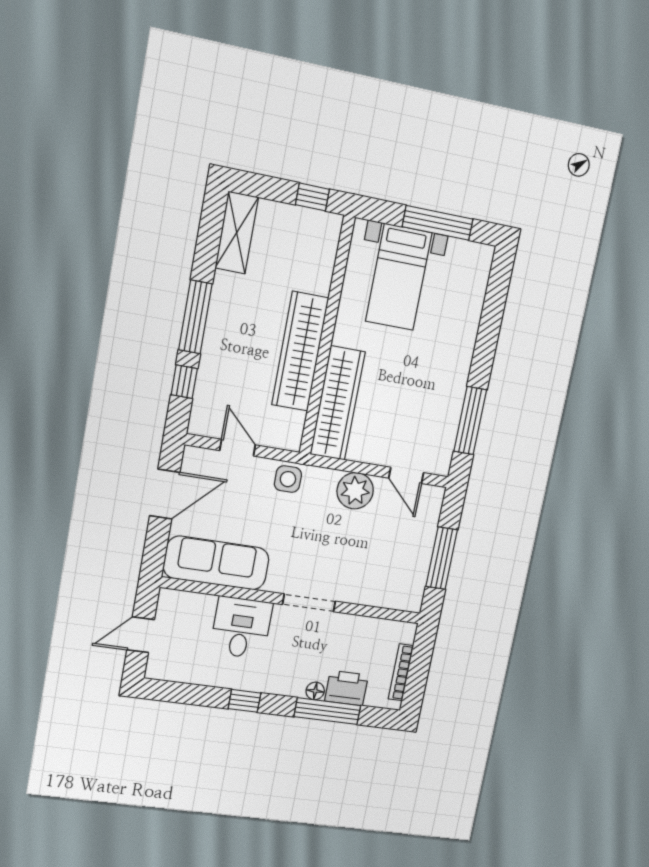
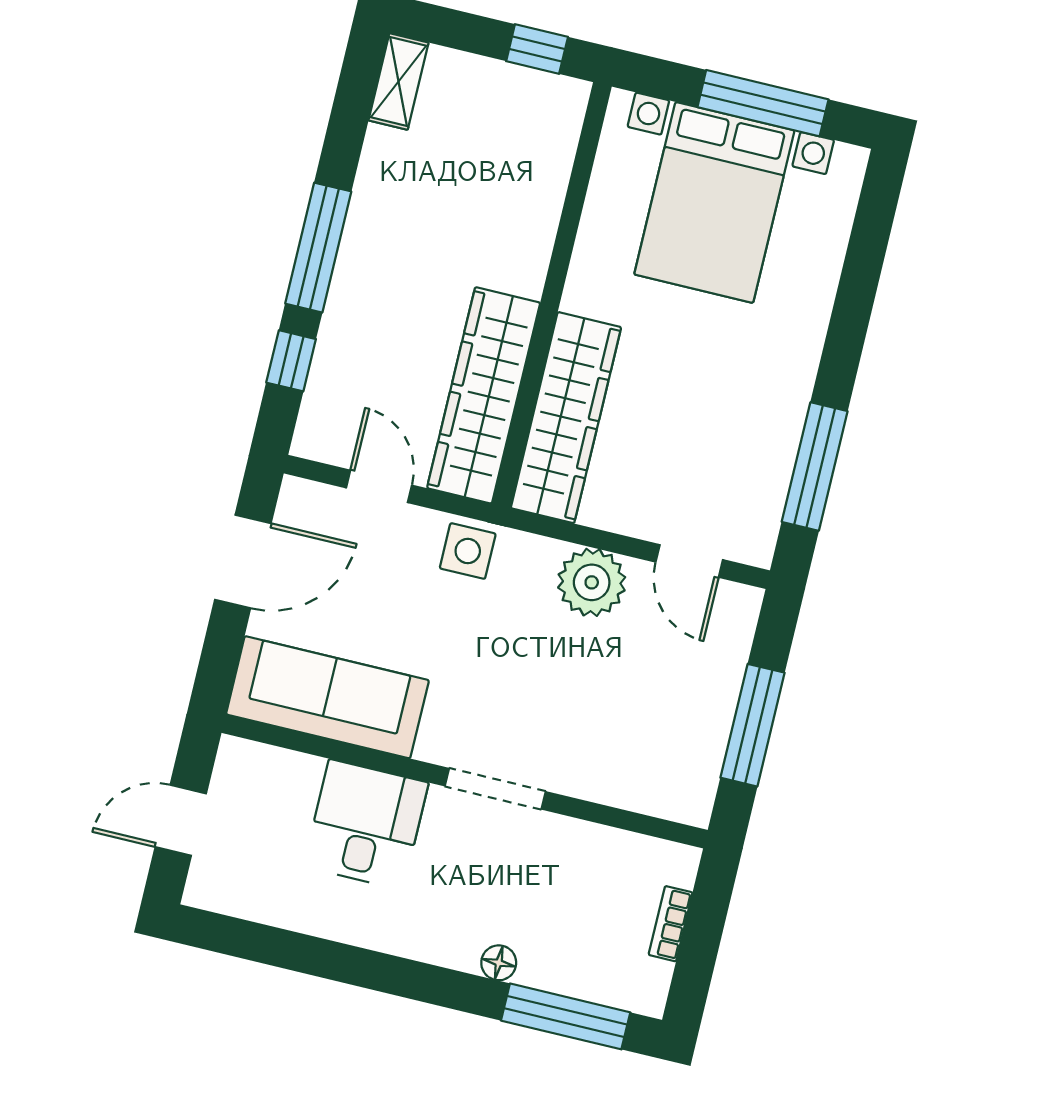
shelving: (237, 233) -> (399, 82), width x0.67, depth x0.75
bed with nightstands: (399, 277) -> (714, 202), width x1.36
wardrobe: (300, 351) -> (484, 395), moved
bookcase: (401, 672) -> (671, 924), width x0.64
printer: (346, 688) -> (559, 963), removed
window: (244, 701) -> (364, 968), removed
window: (327, 711) -> (566, 1016), moved

